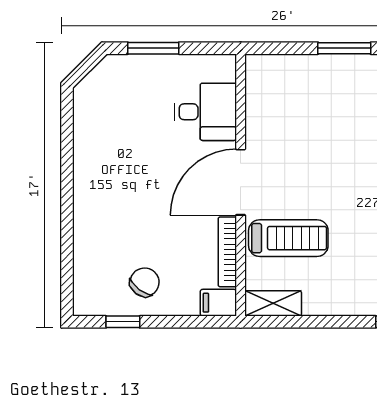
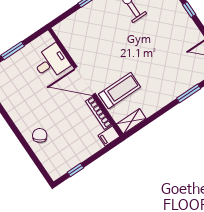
door: (241, 182) -> (85, 81), hinge flipped
chair: (145, 282) -> (40, 135), moved

